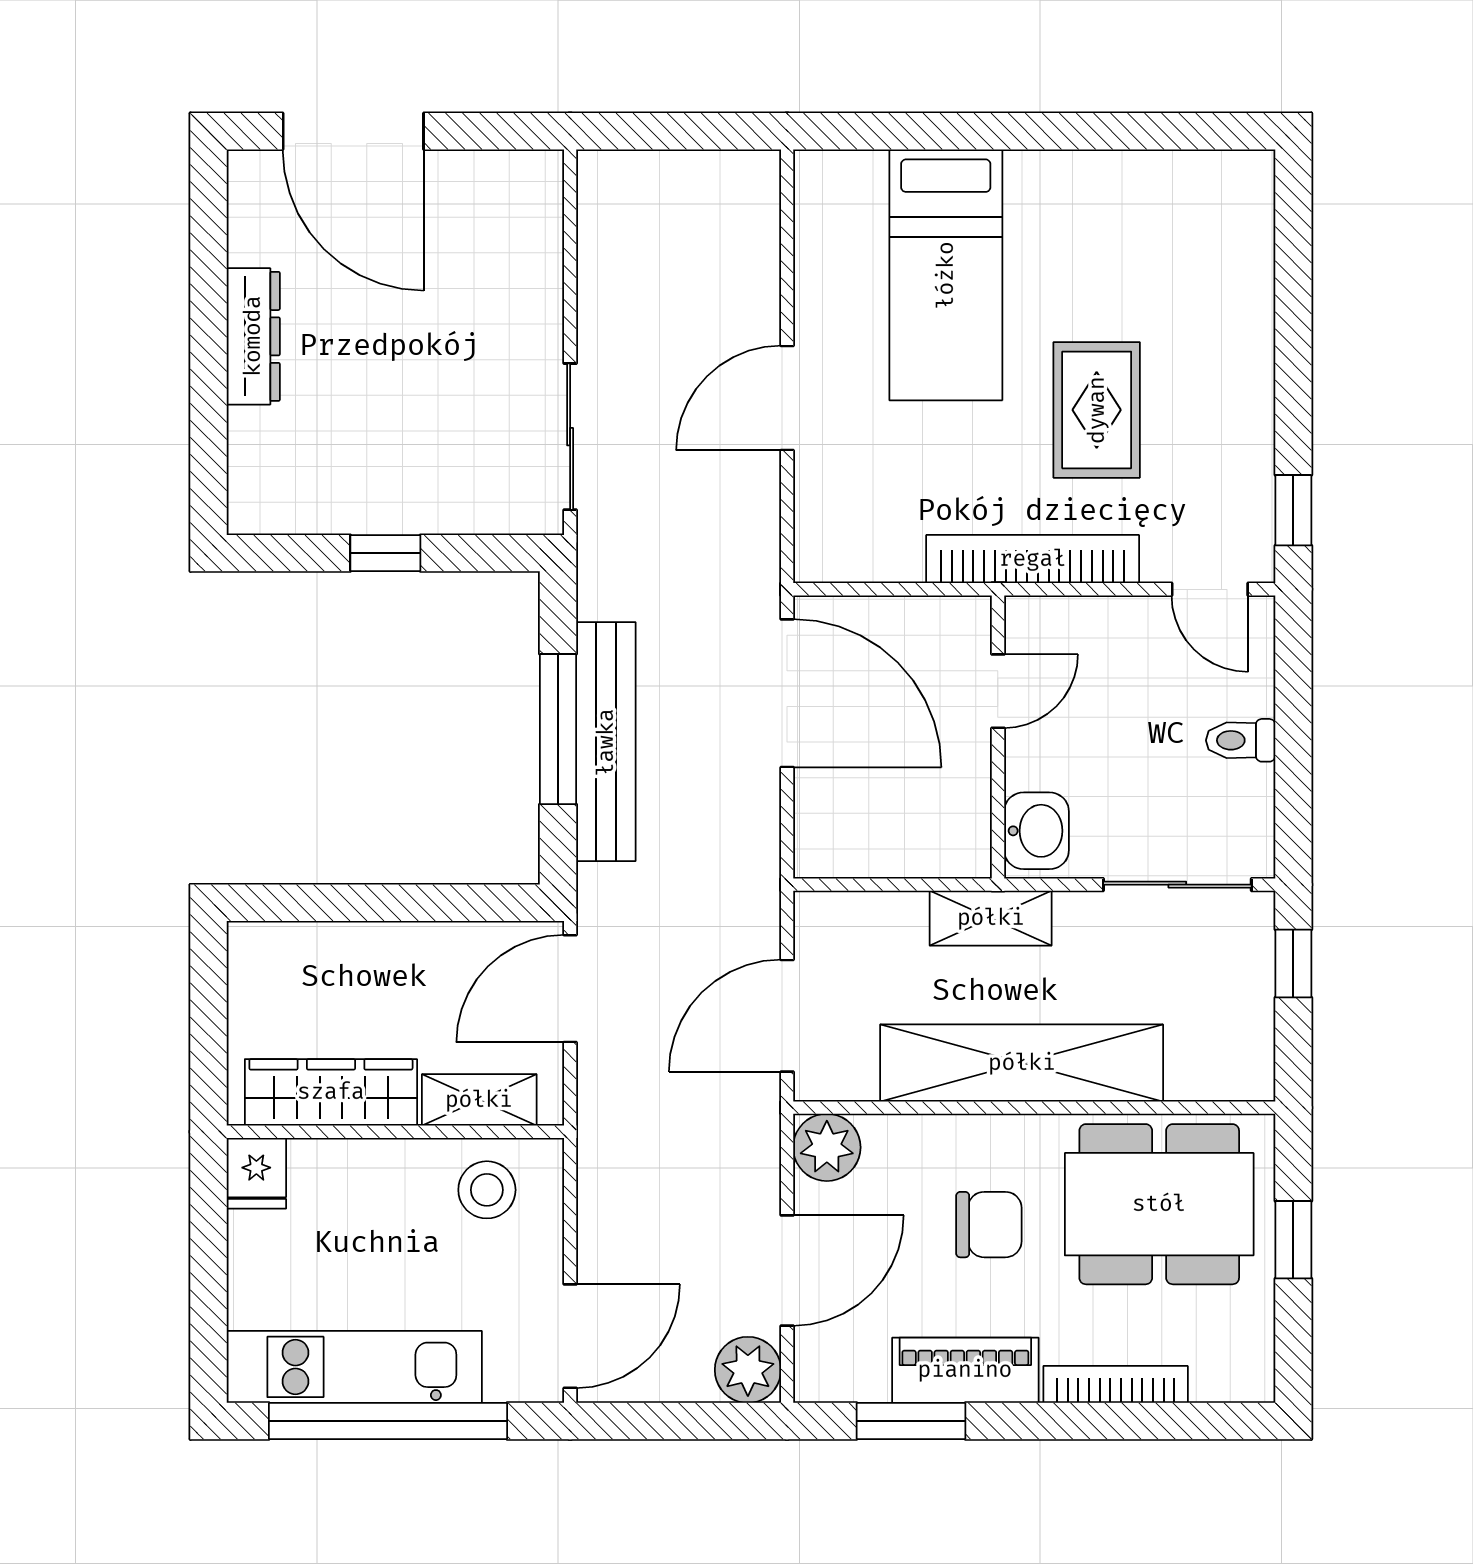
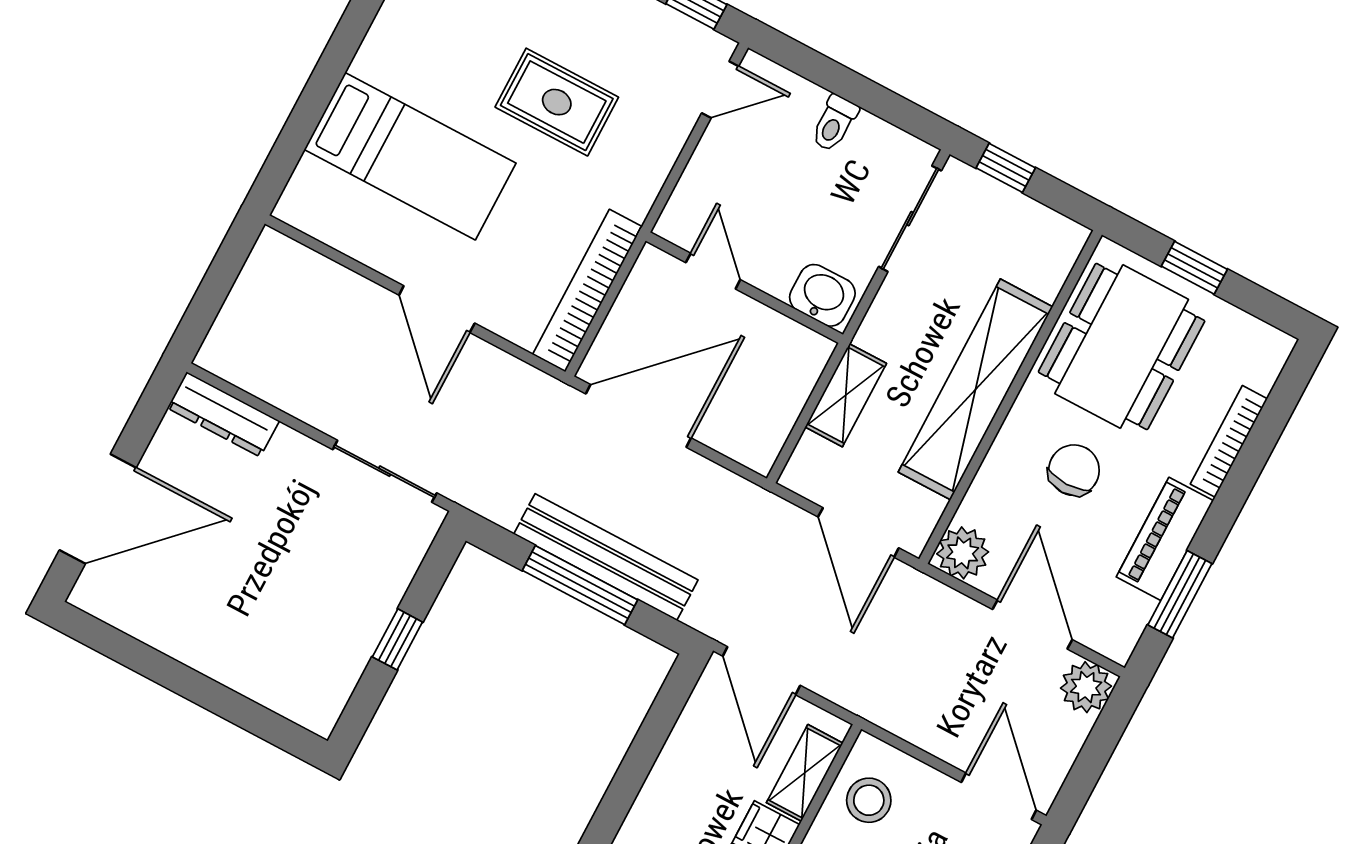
dresser: (253, 336) -> (223, 414), moved, turned 180
bookcase: (1033, 559) -> (587, 291), moved
shelving: (991, 918) -> (846, 395), moved

